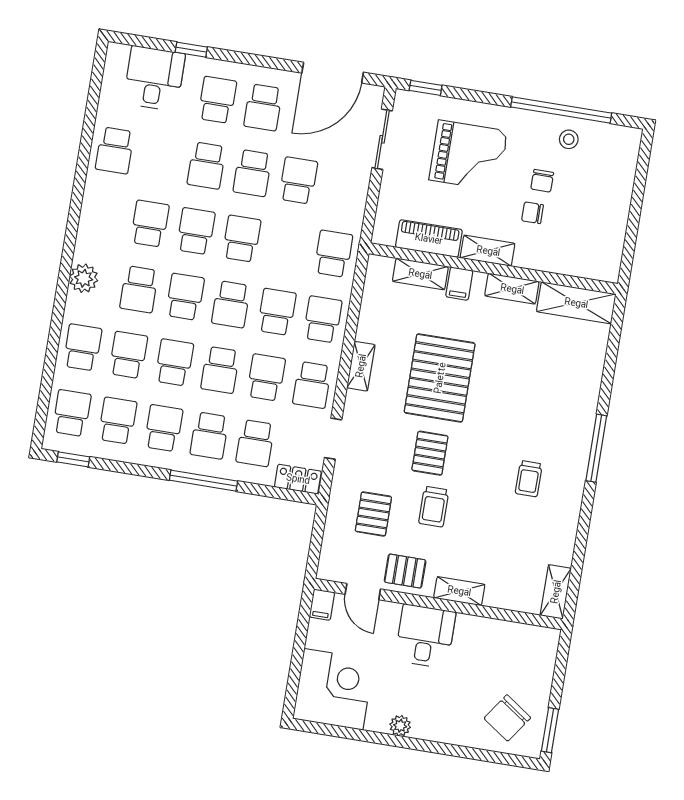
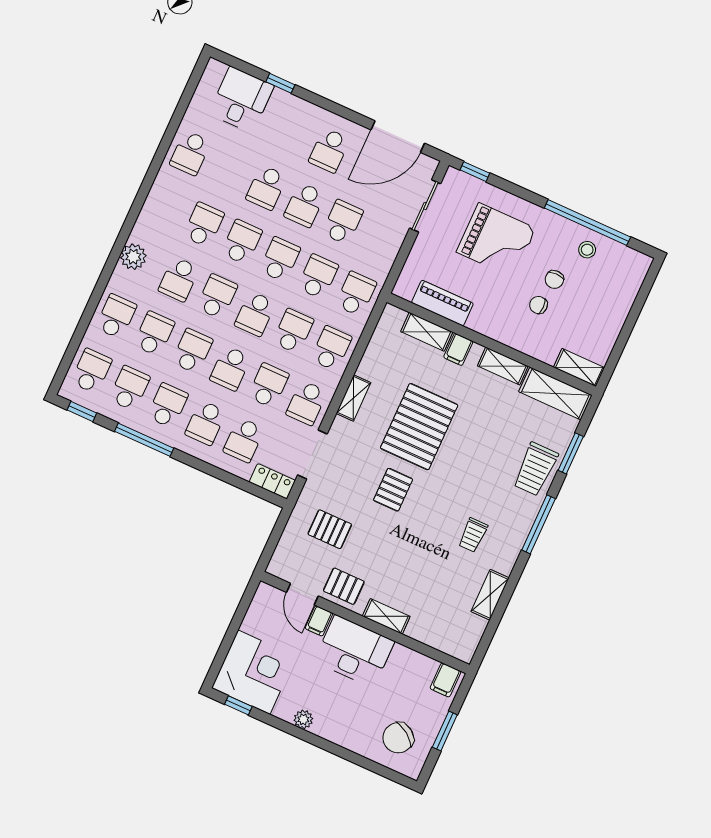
school desk: (217, 100) -> (318, 277), moved
shelving: (488, 251) -> (579, 367), moved
window: (610, 363) -> (571, 453), added
doorway: (333, 439) -> (312, 454), width x1.38
window: (203, 481) -> (144, 440), moved
trolley: (434, 507) -> (535, 469), moved, width x1.36, depth x1.39
pallet: (373, 514) -> (330, 529), turned 90
shelving: (556, 592) -> (490, 595), moved
filing cabinet: (322, 605) -> (319, 621), moved
desk: (425, 636) -> (354, 651), width x1.37
filing cabinet: (541, 642) -> (445, 680), added
window: (326, 730) -> (238, 705), added
window: (550, 730) -> (445, 731), moved

